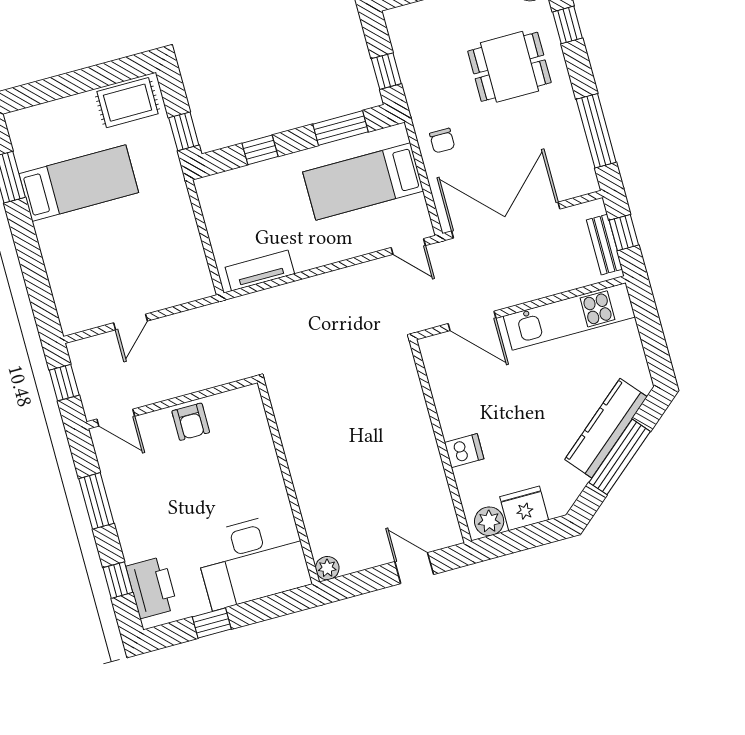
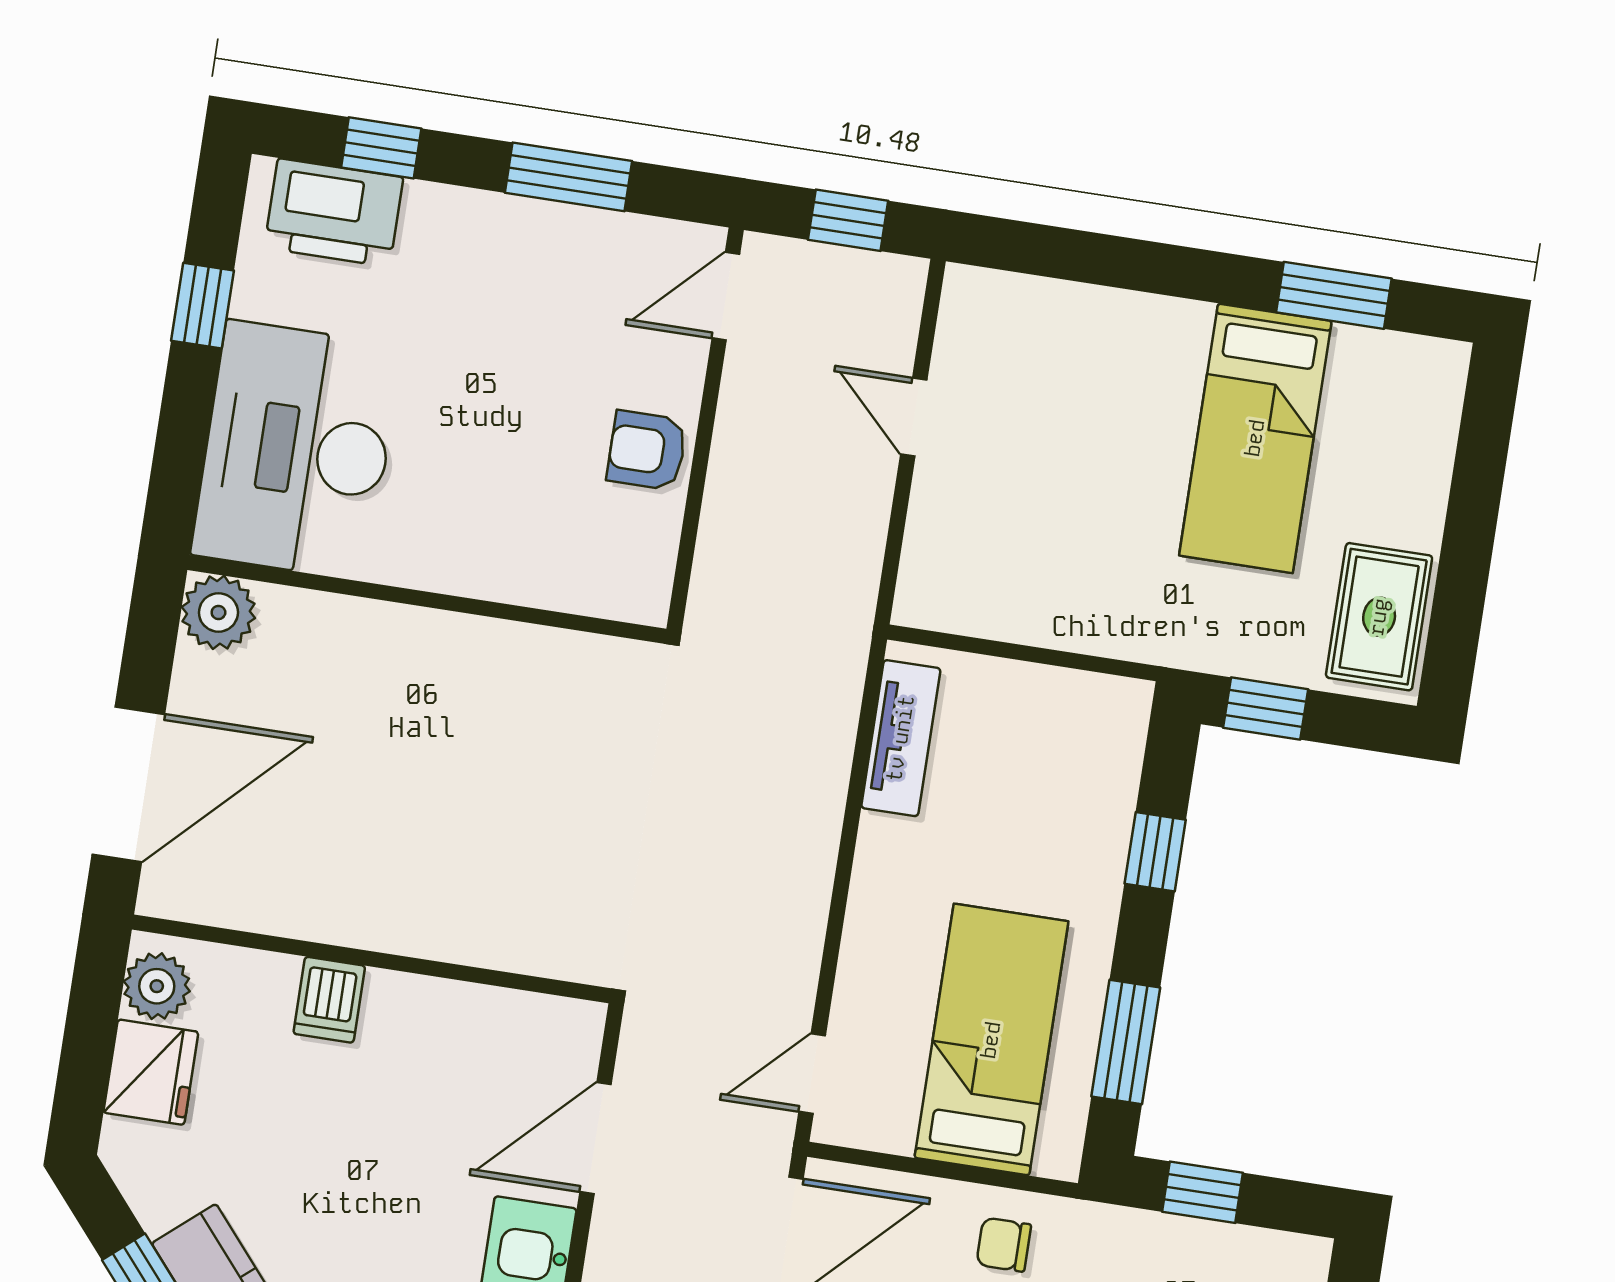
plant: (327, 568) -> (218, 612), width x1.38, depth x1.38
door: (414, 568) -> (128, 784), width x1.88

